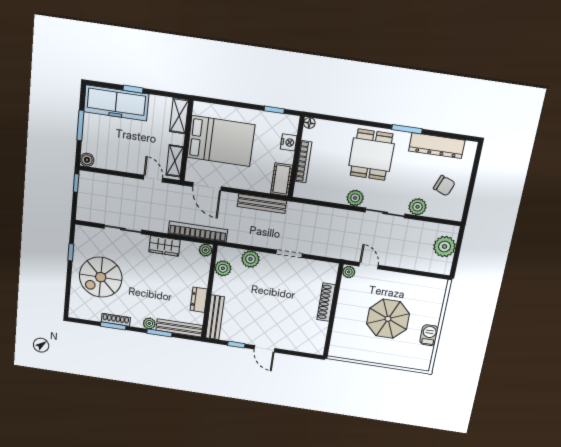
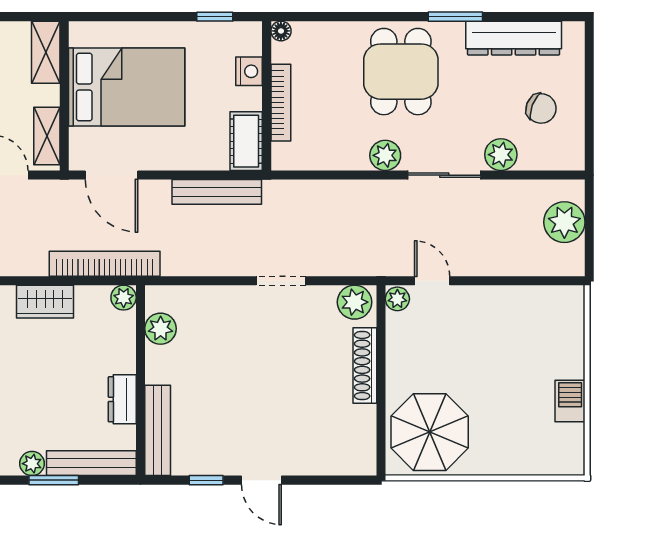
plant: (250, 259) -> (355, 302), moved
parasol: (388, 319) -> (430, 432), moved

